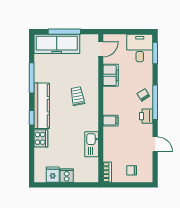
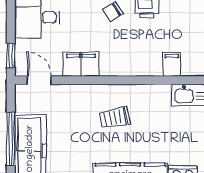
window: (116, 32) -> (11, 56), added
filing cabinet: (111, 121) -> (172, 64), moved

